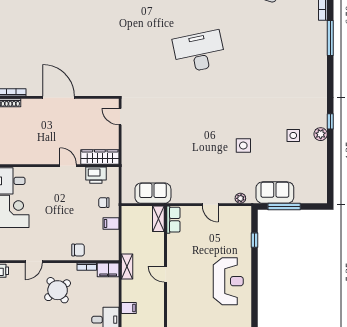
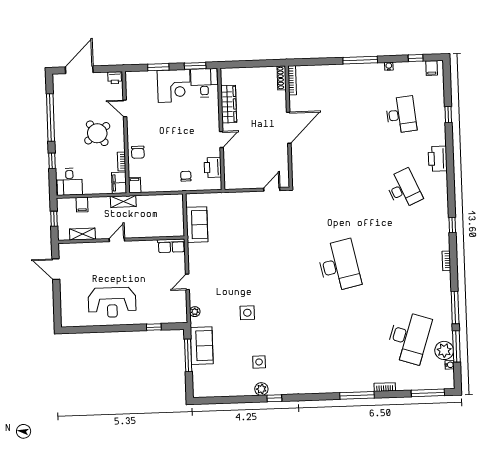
wardrobe: (100, 157) -> (229, 104), moved
shelving: (158, 219) -> (82, 234), moved
filing cabinet: (111, 223) -> (135, 185), moved

